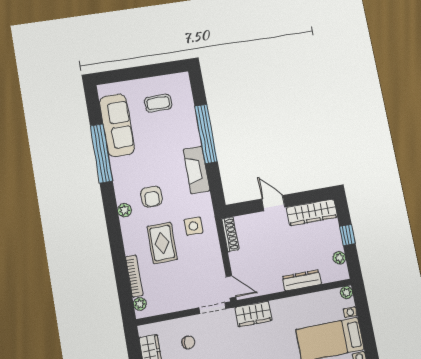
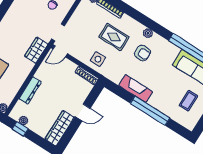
armchair: (152, 197) -> (143, 53), turned 180
side table: (193, 226) -> (98, 59), moved
window: (347, 235) -> (20, 129), moved

